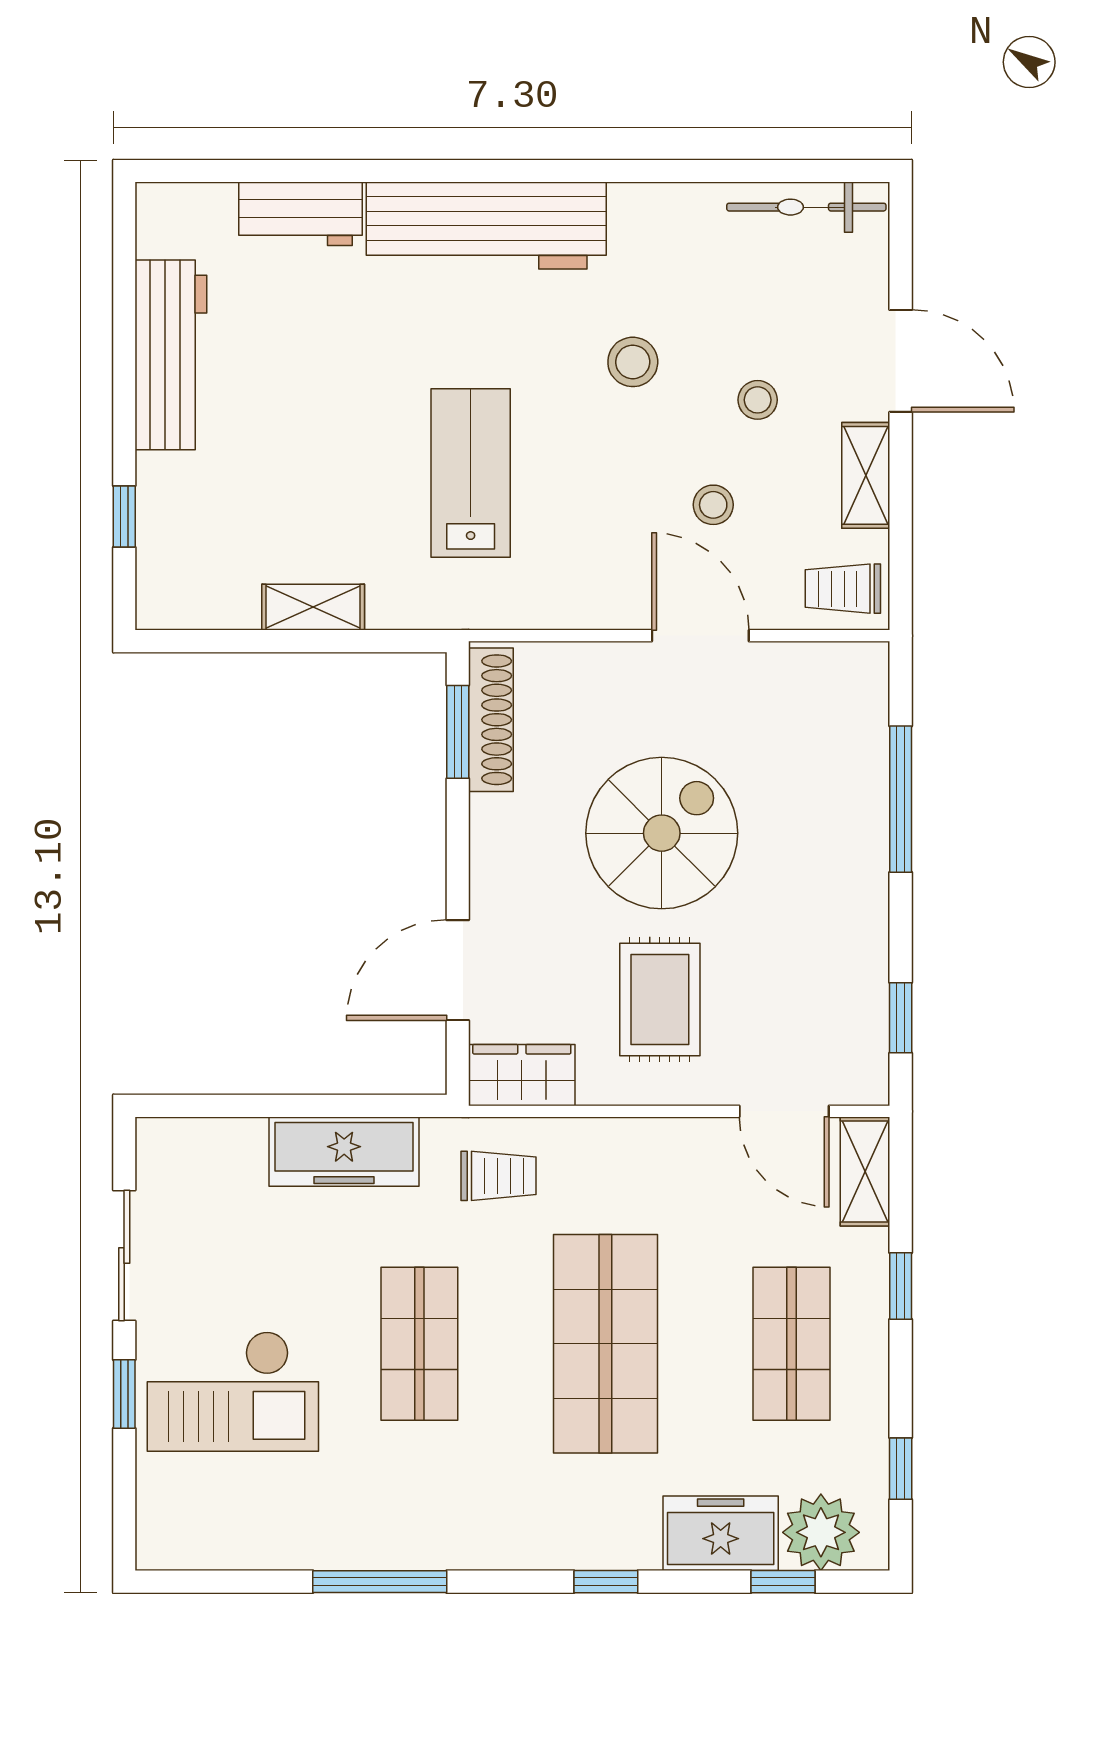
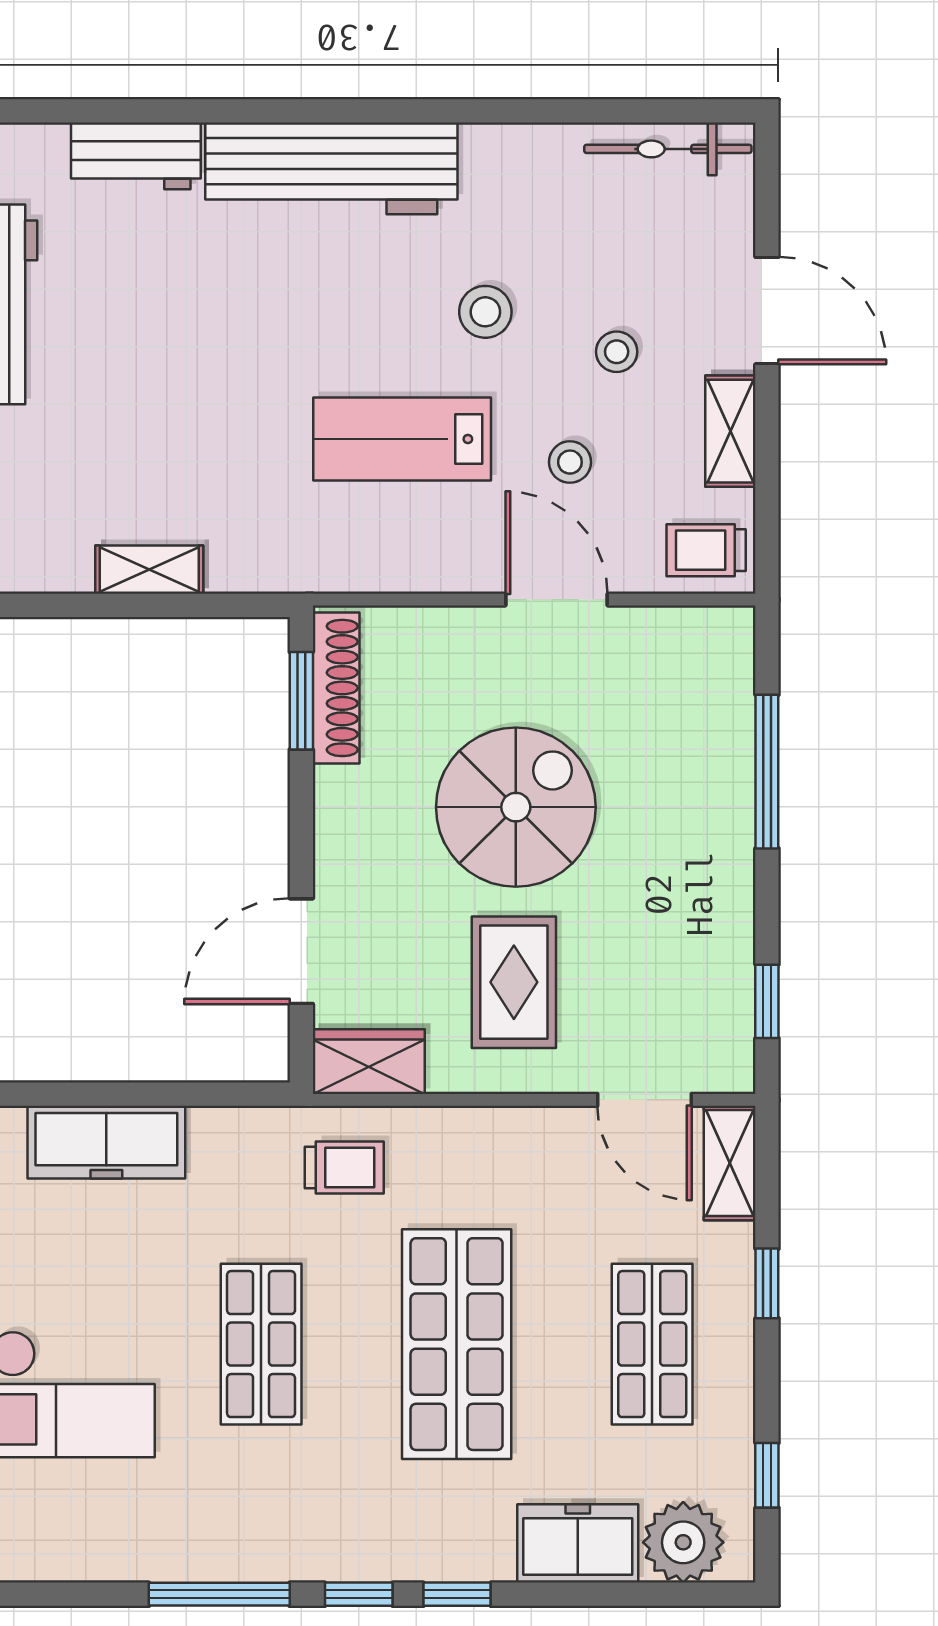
lab bench: (471, 473) -> (402, 439), moved, turned -90
freezer: (344, 1152) -> (106, 1142), moved
window: (783, 1582) -> (359, 1594), moved

